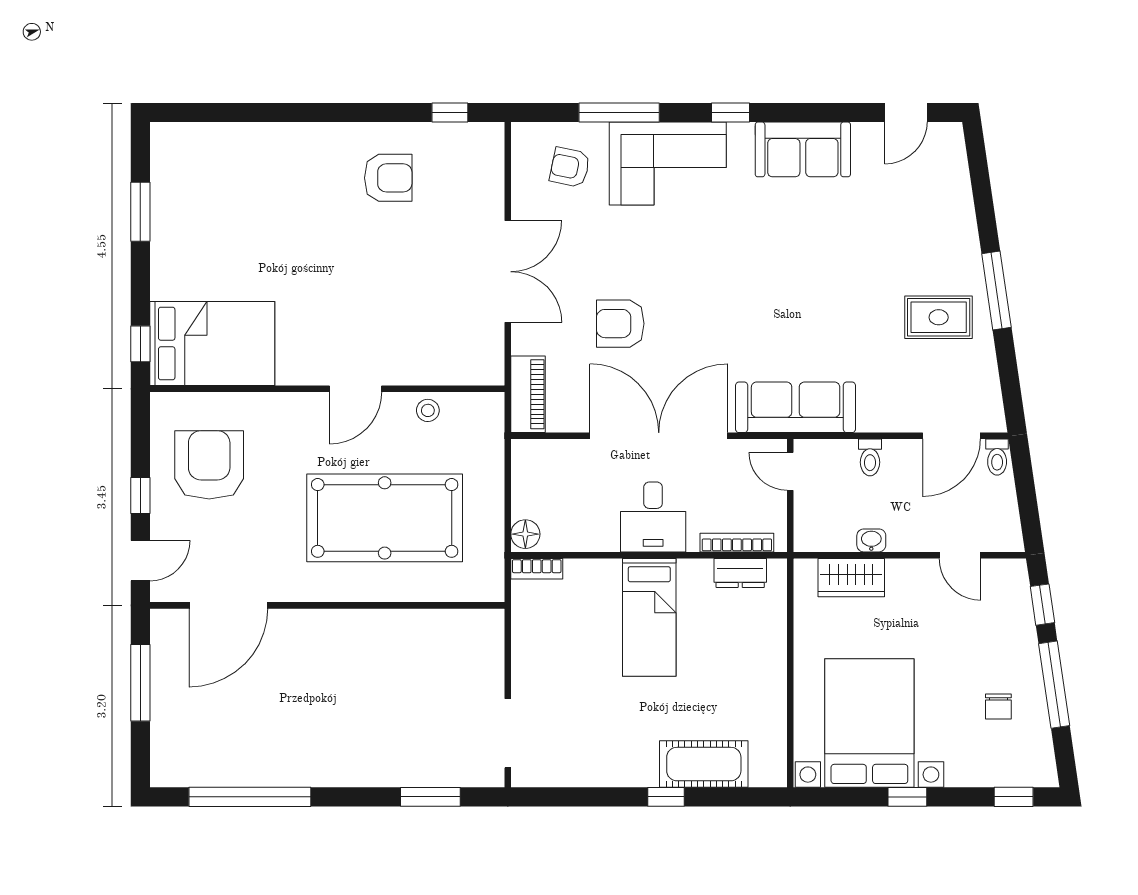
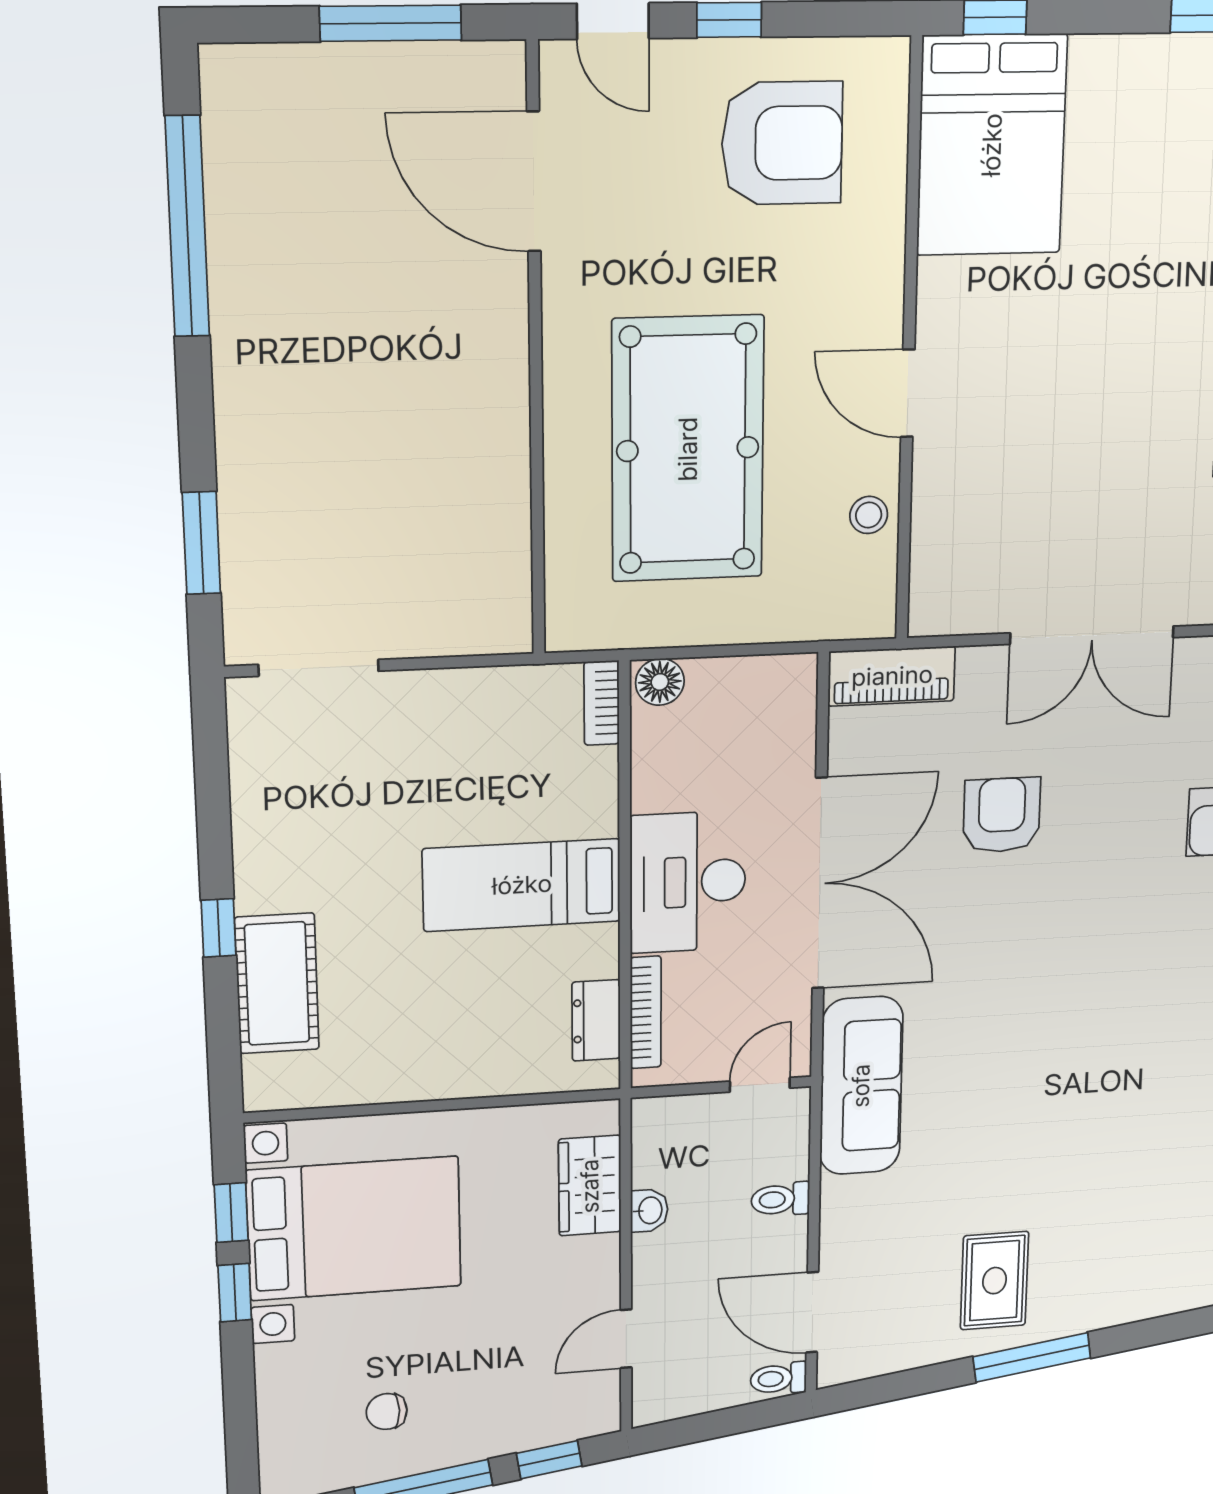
desk: (653, 517) -> (688, 882), width x1.37
window: (1014, 797) -> (231, 1213), moved

